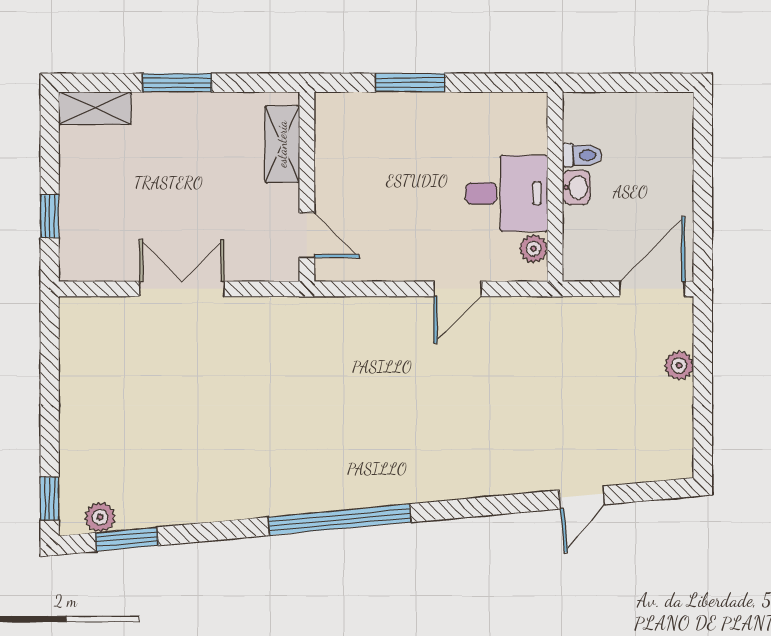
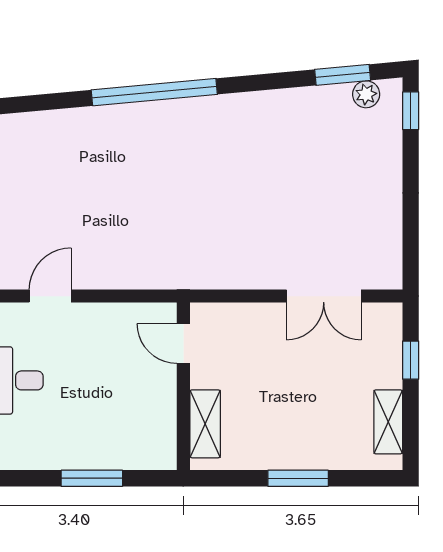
shelving: (95, 108) -> (388, 422), moved, turned 90
double door: (182, 289) -> (324, 296), moved

